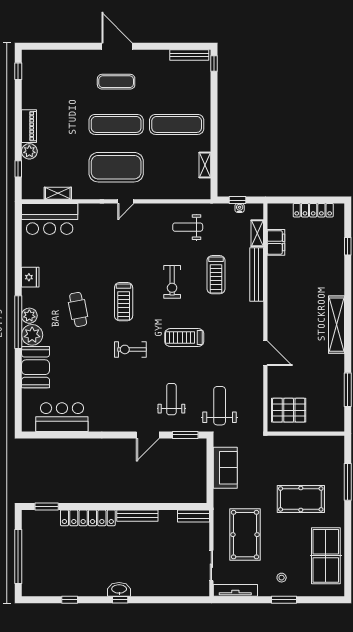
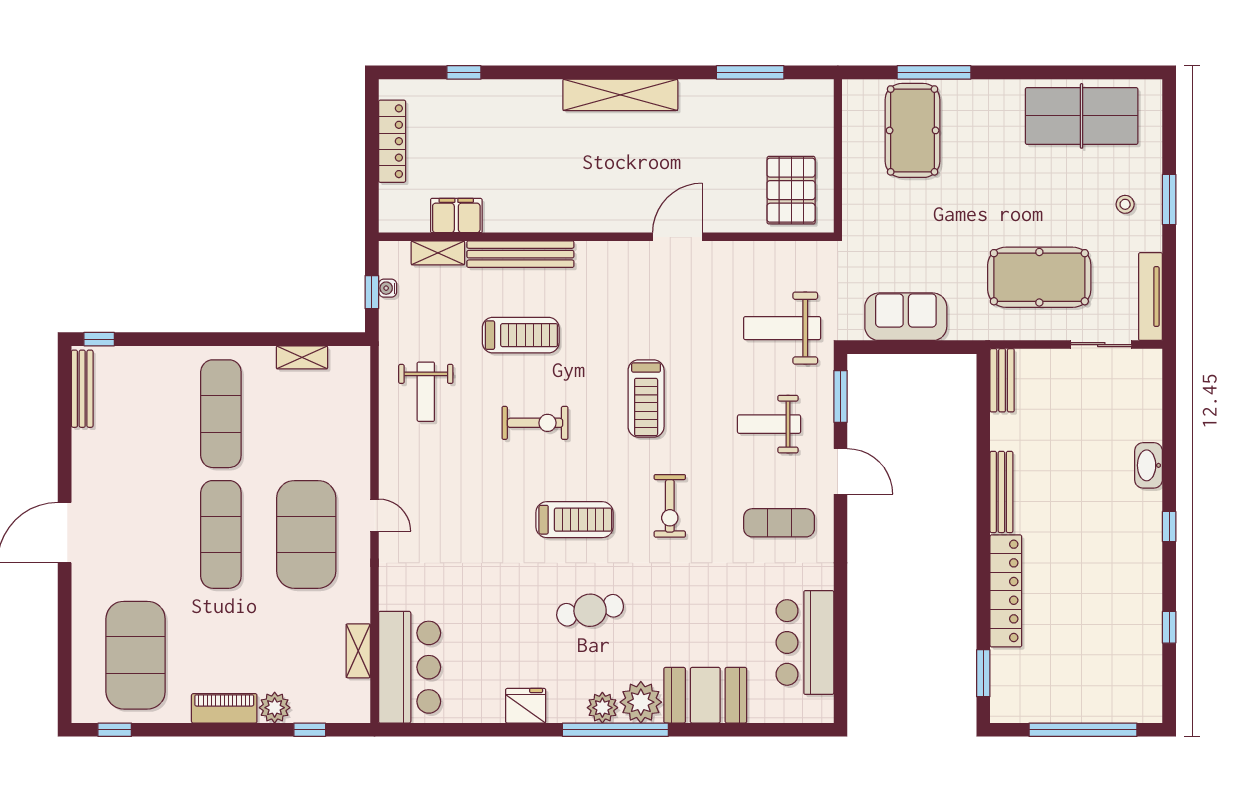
exercise mat: (116, 82) -> (136, 655), moved, width x2.00, depth x1.45
exercise mat: (122, 404) -> (779, 523), added
pool table: (301, 499) -> (913, 130), moved
washbasin: (119, 589) -> (1149, 465), moved

